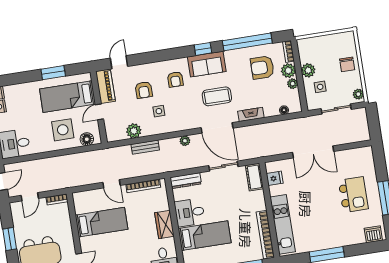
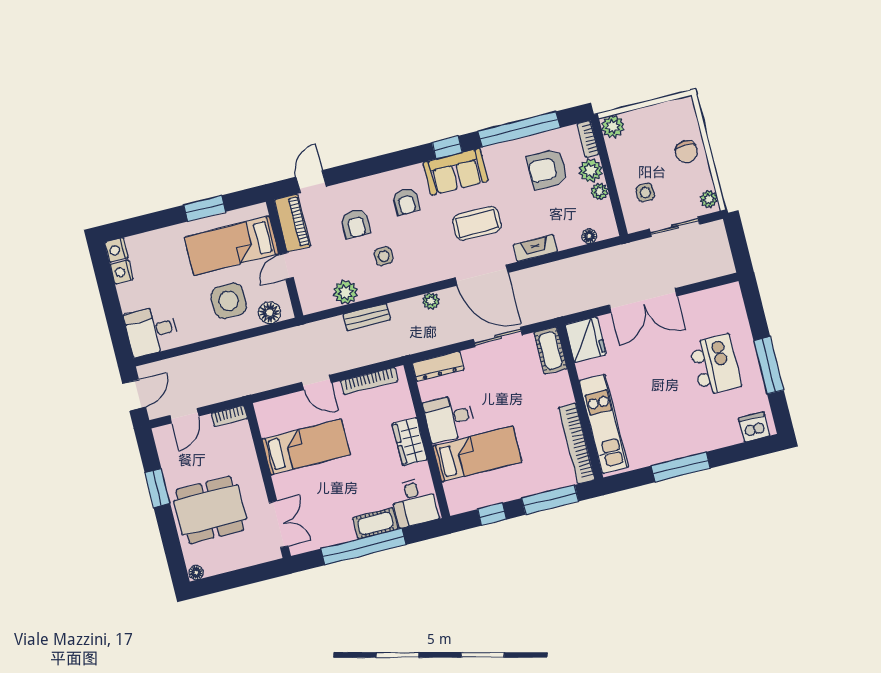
plant: (308, 70) -> (613, 127), moved
fridge: (275, 178) -> (586, 340), width x1.88, depth x1.34

